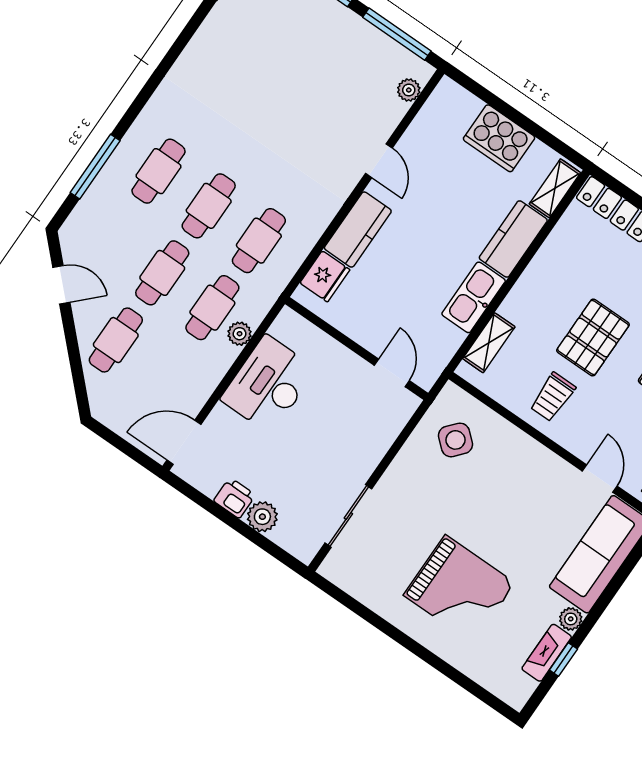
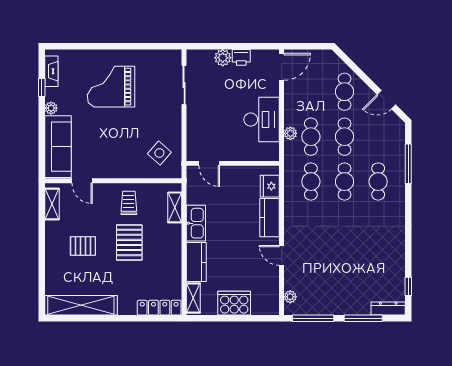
fireplace: (547, 653) -> (51, 71), moved

